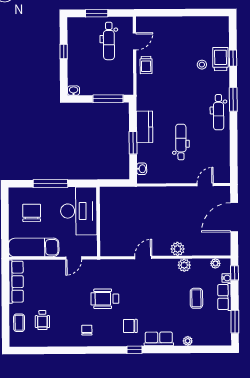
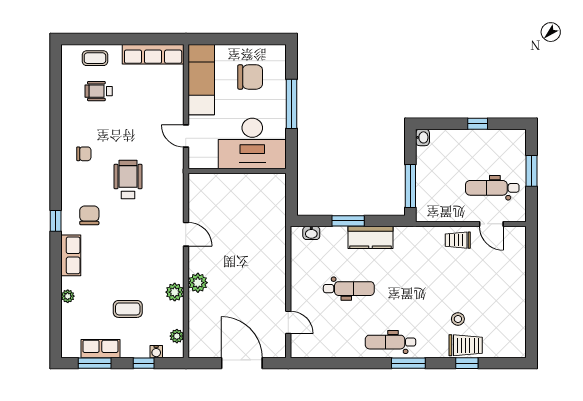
window: (235, 273) -> (144, 363), moved
row of seats: (224, 297) -> (100, 349), moved

